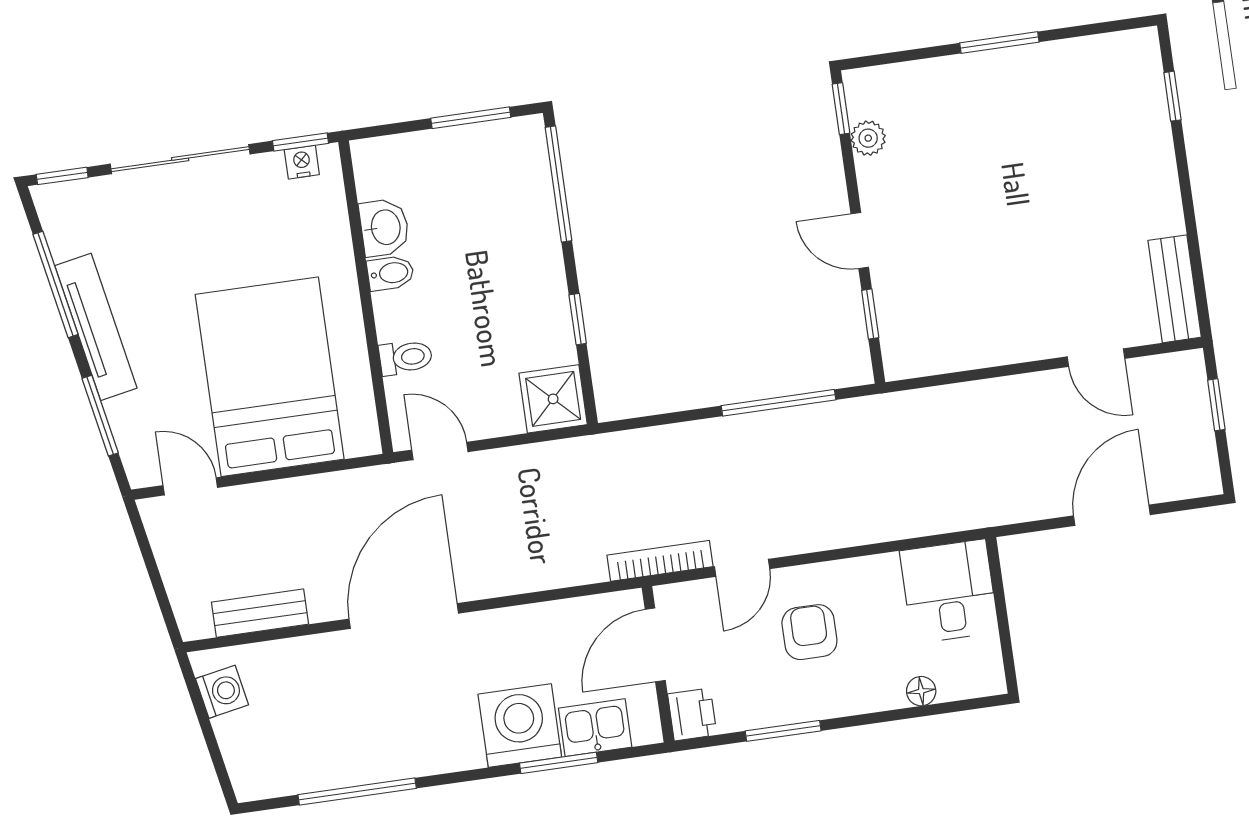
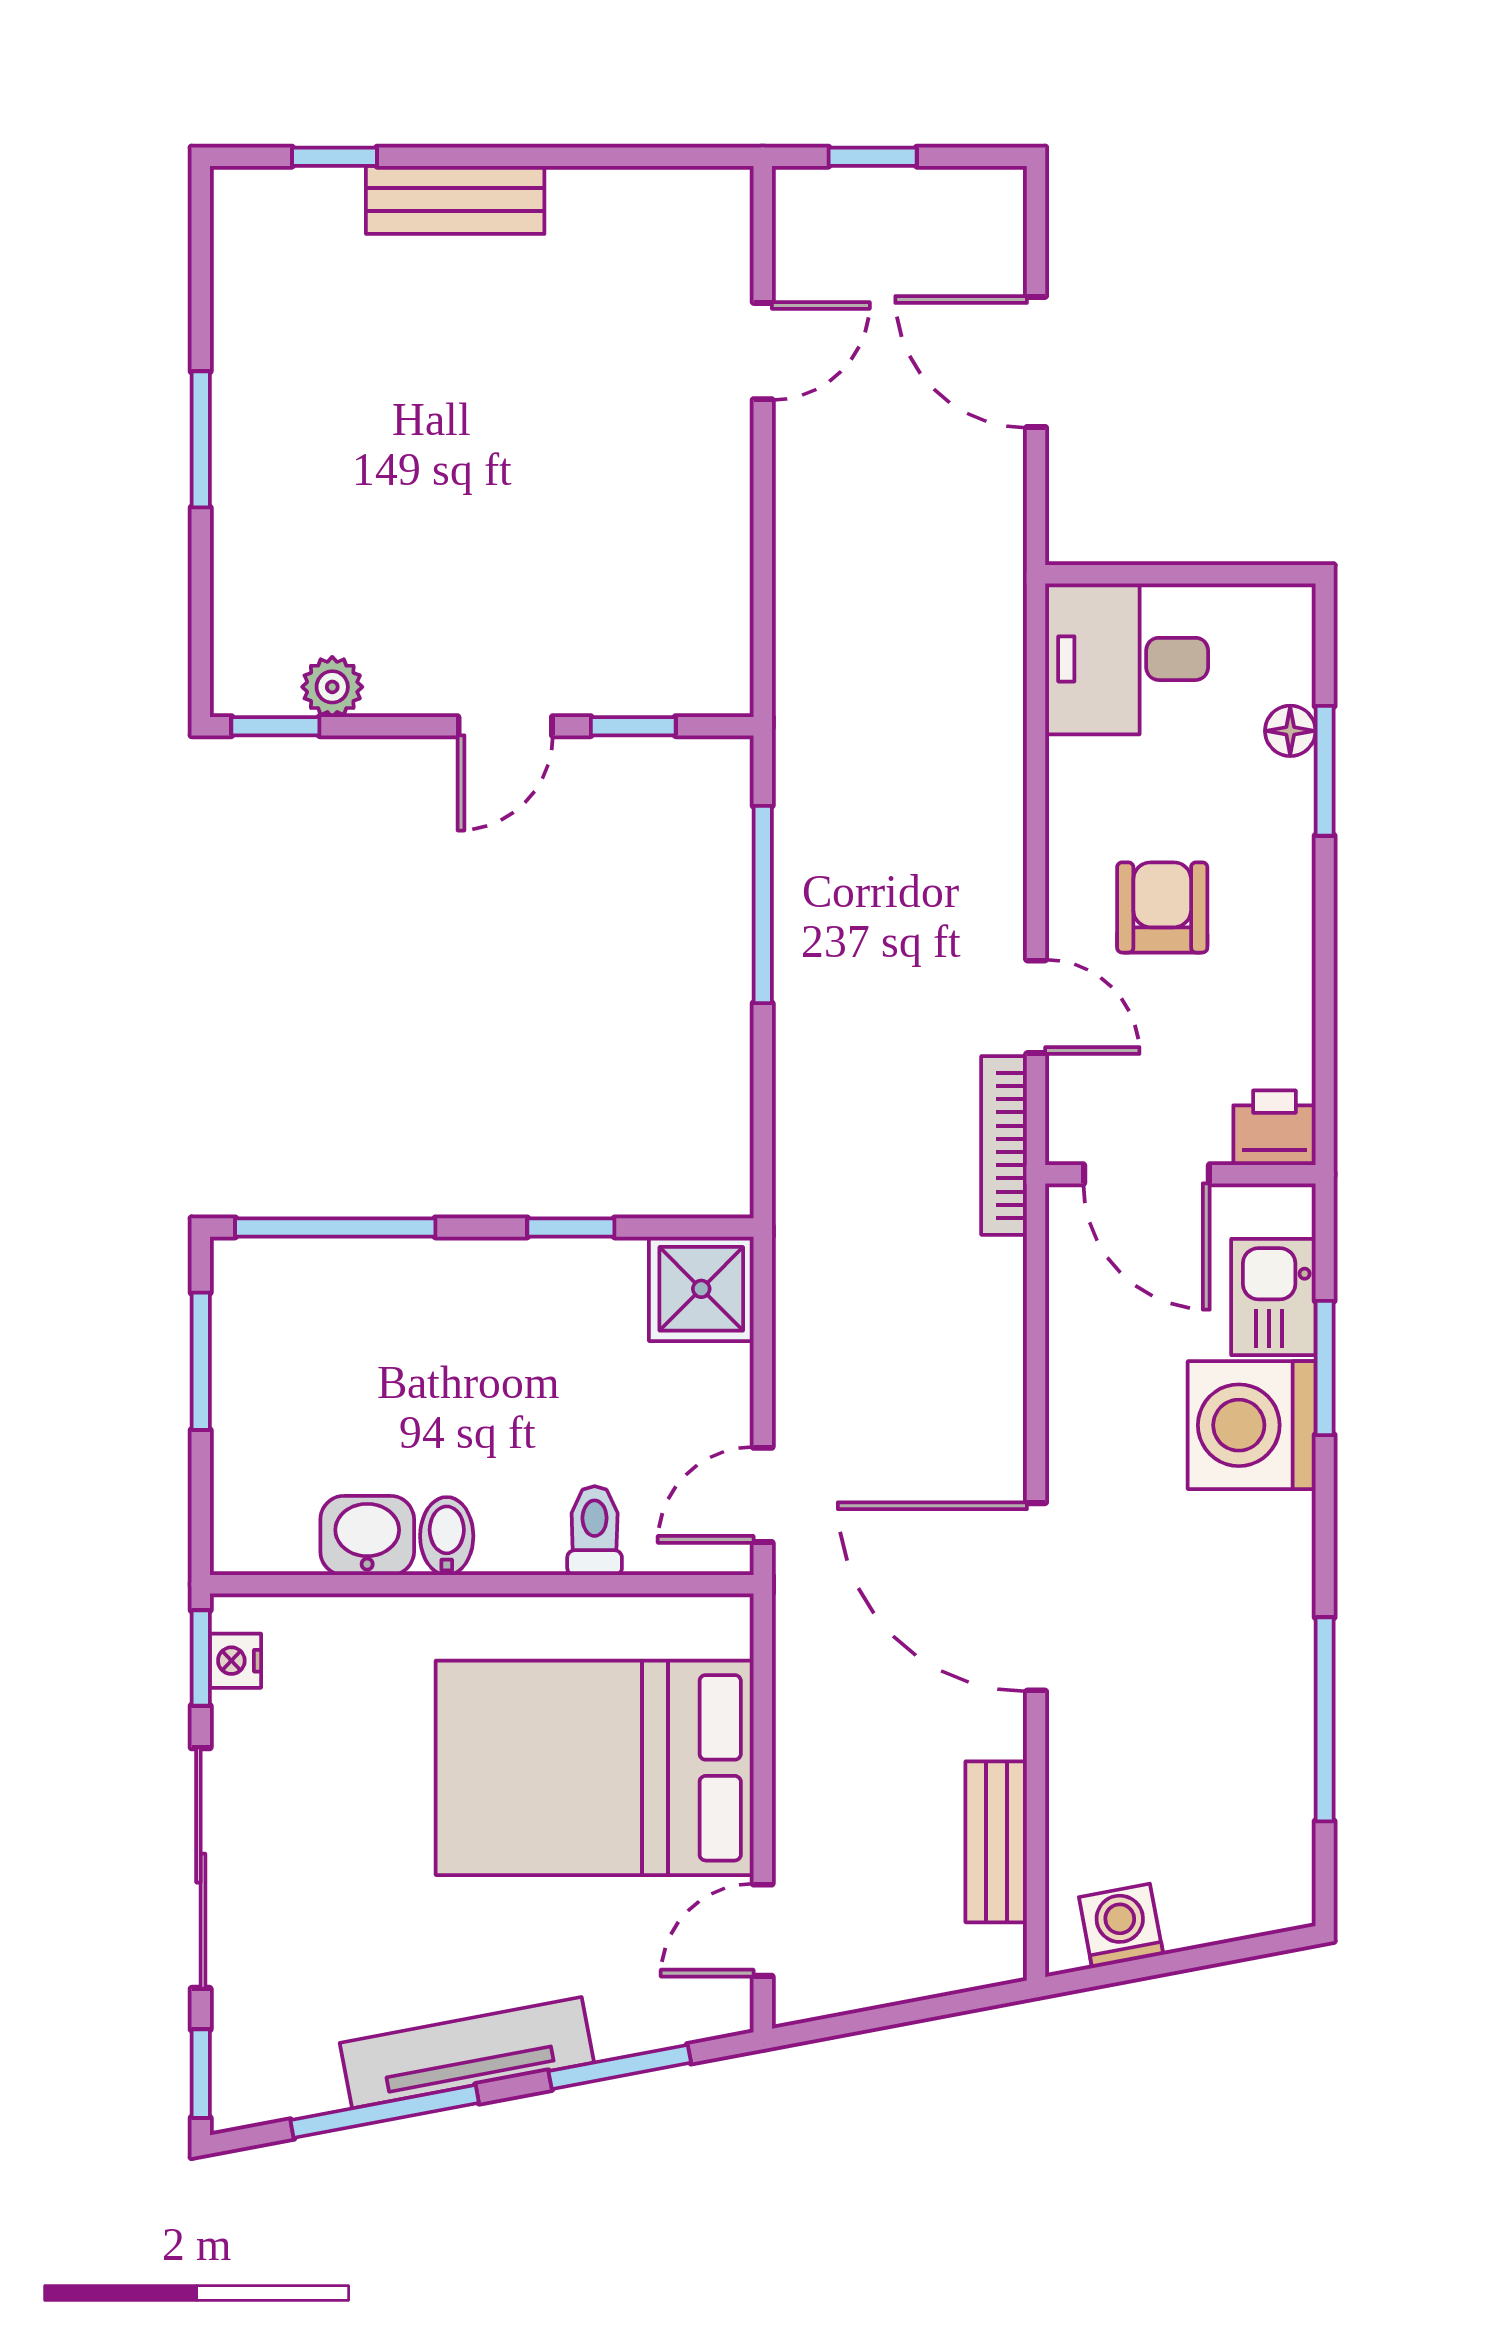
bench: (1175, 289) -> (455, 200), moved
armchair: (809, 632) -> (1162, 907), turned 90
window: (783, 731) -> (1325, 771), moved

